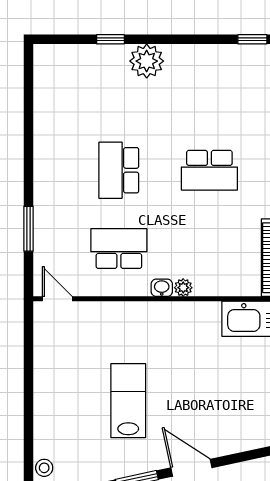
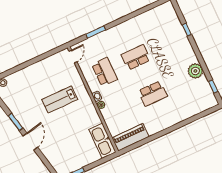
plant: (147, 61) -> (195, 71), moved
school desk: (209, 170) -> (153, 94), turned -90
lab bench: (128, 401) -> (60, 99), moved, turned 180

